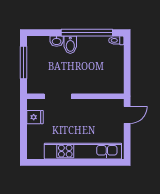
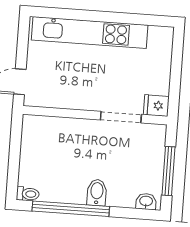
washbasin: (57, 41) -> (146, 201), moved
fridge: (35, 117) -> (156, 106), moved

